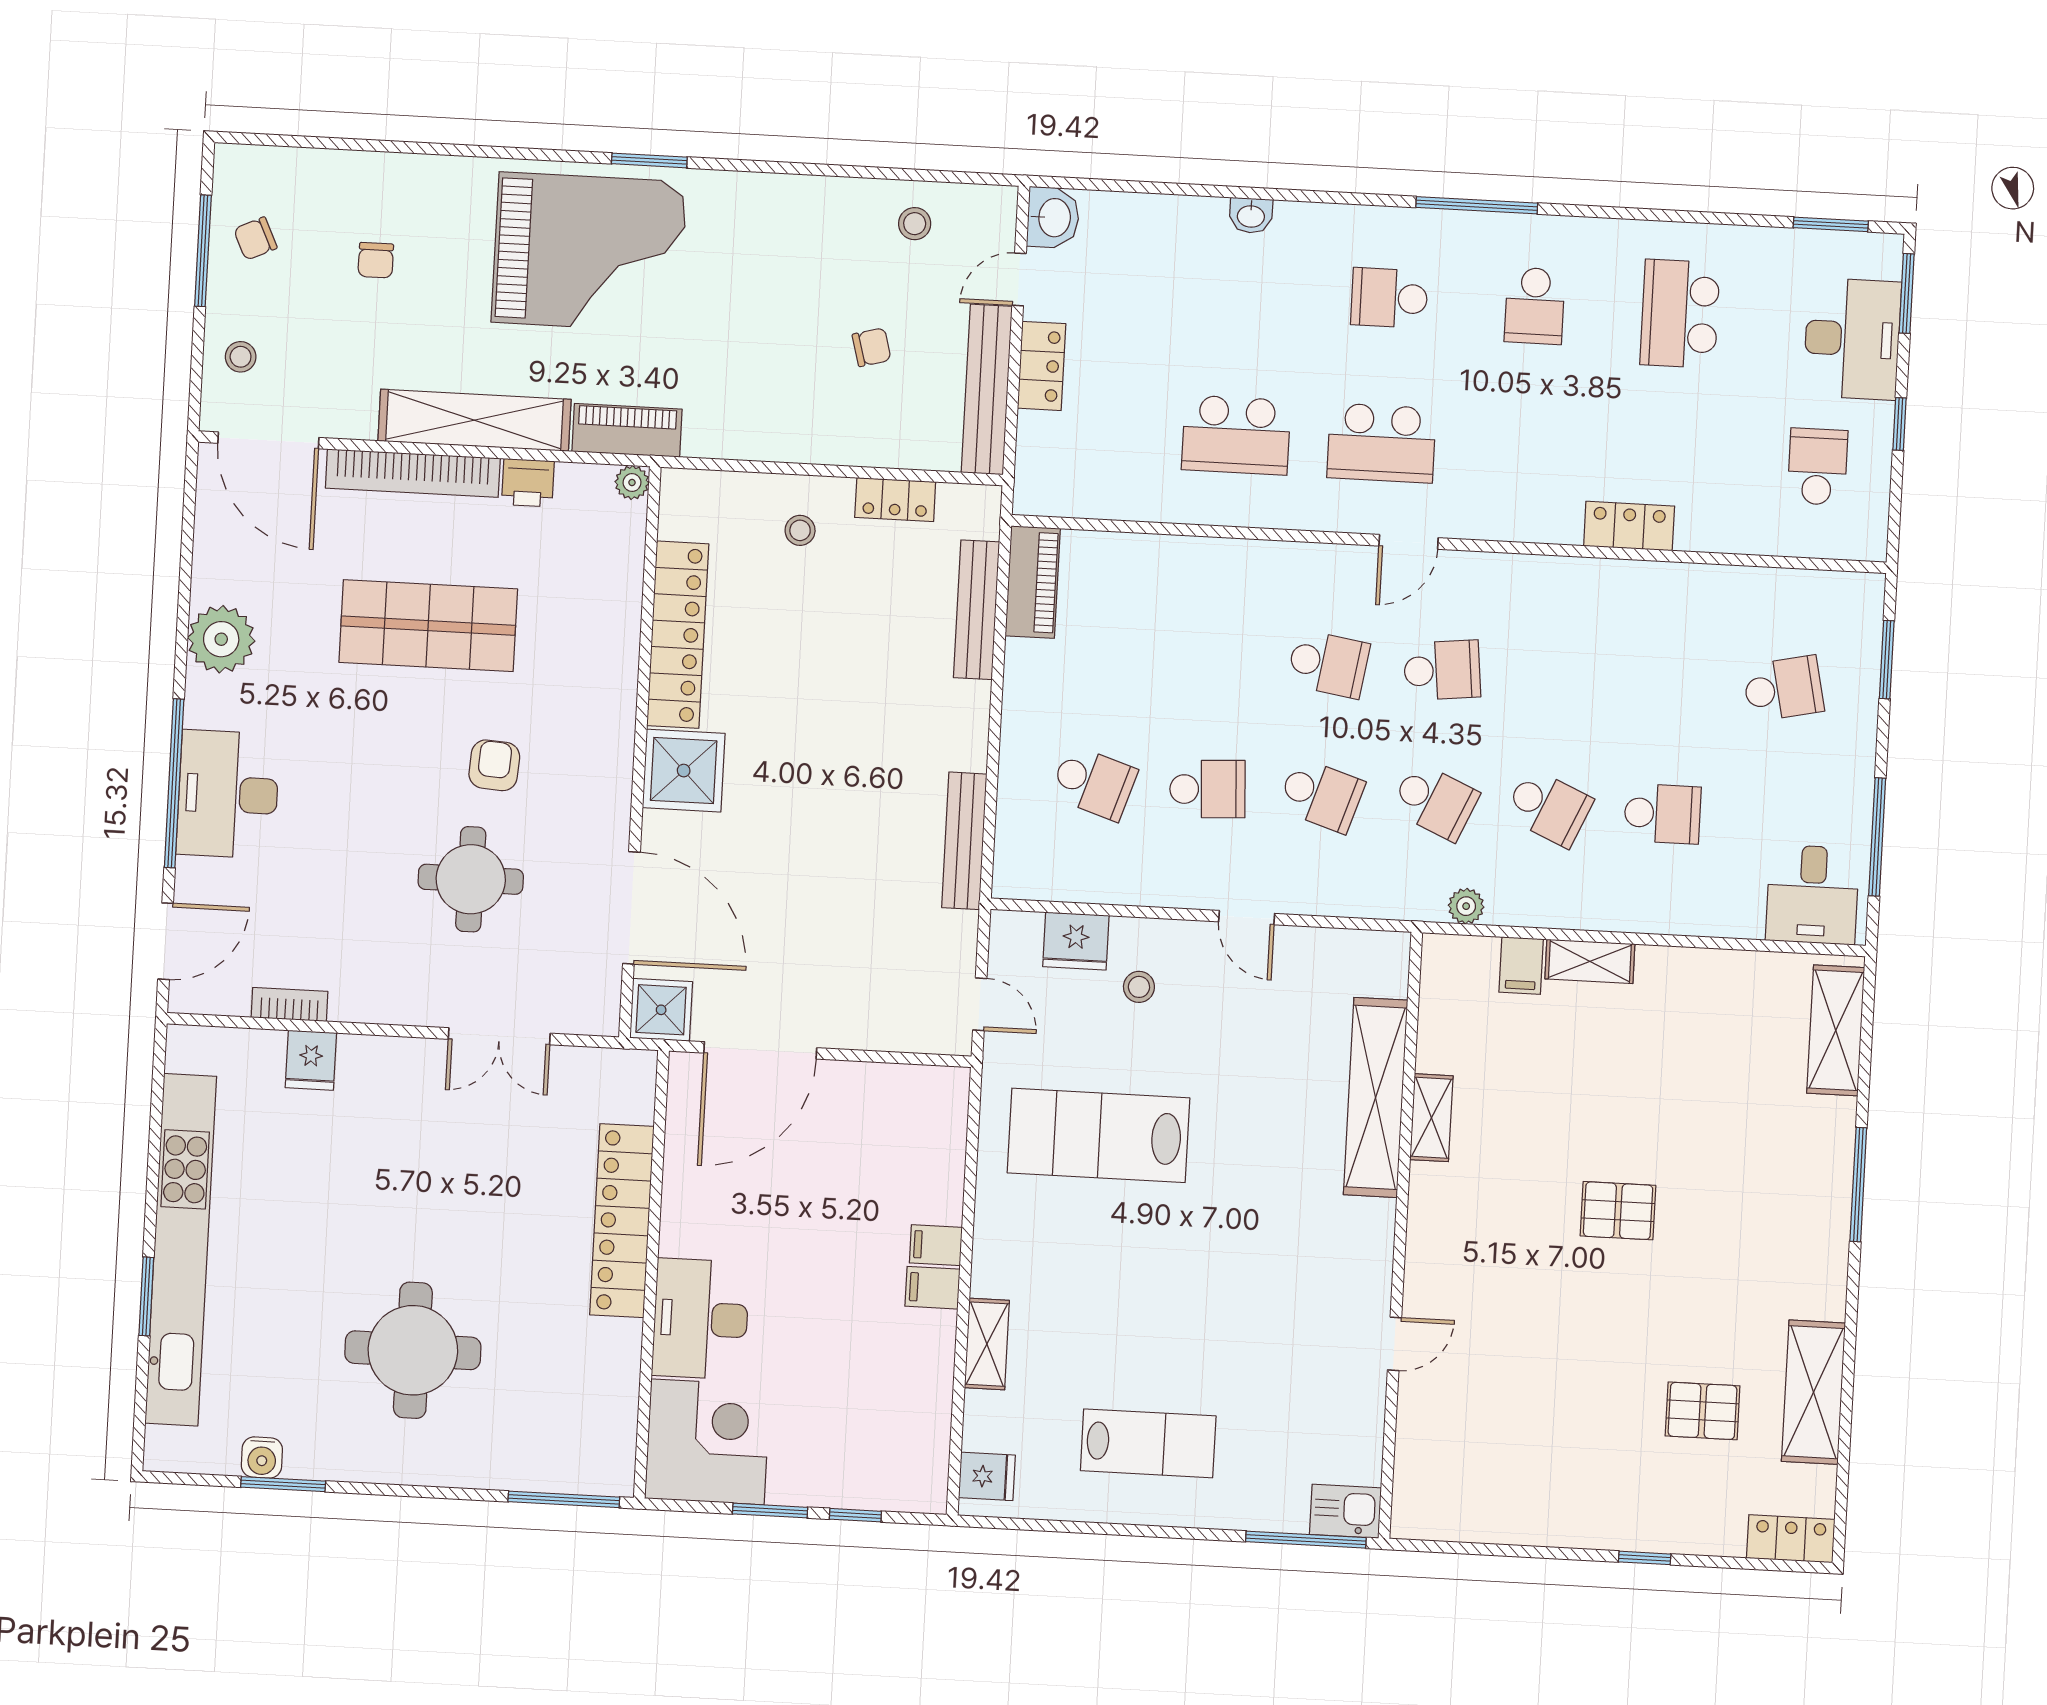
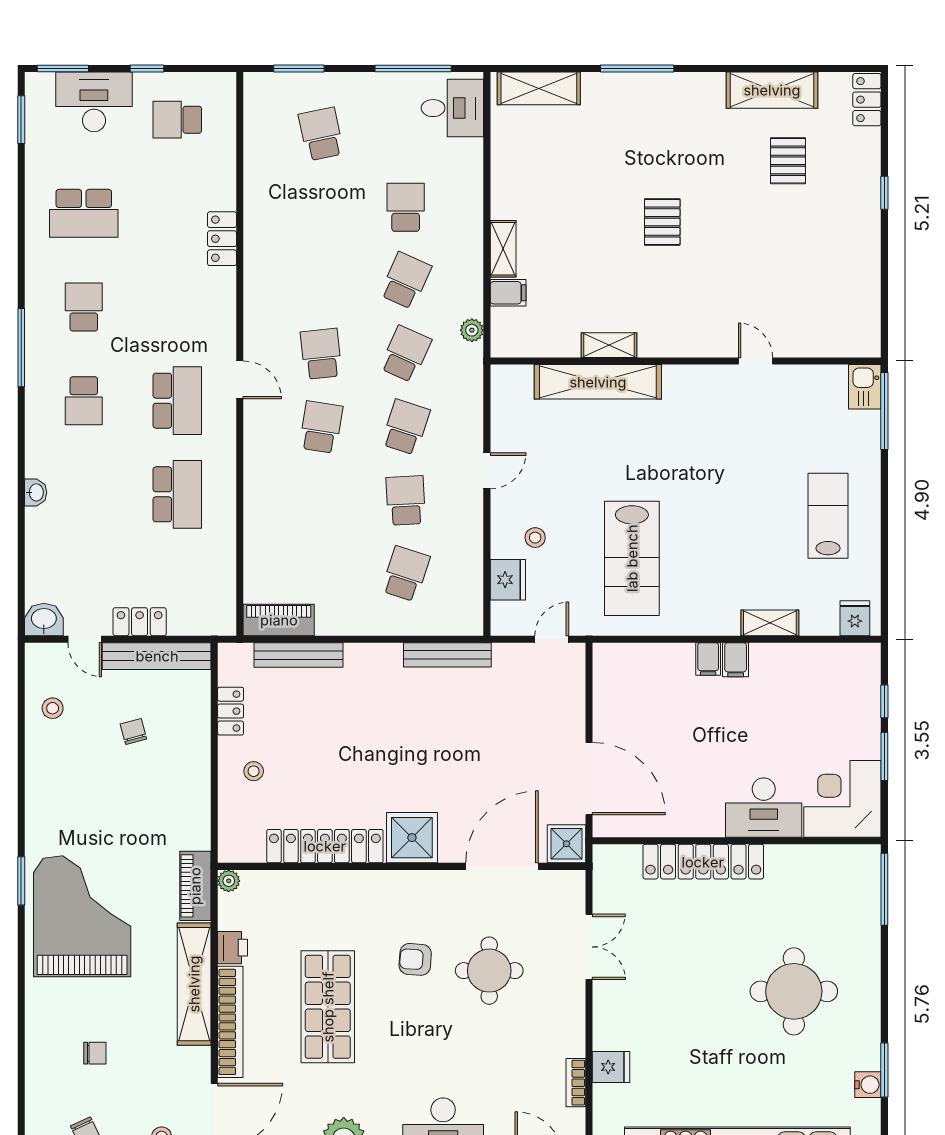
school desk: (1535, 306) -> (84, 307), turned -90

